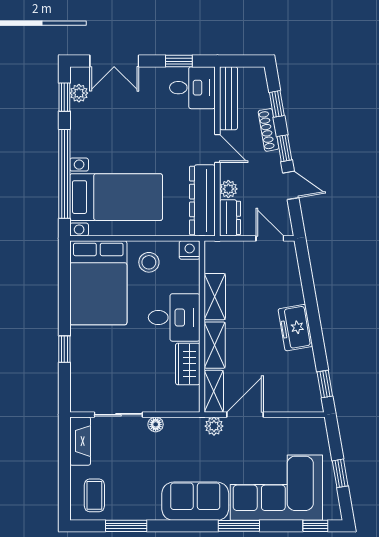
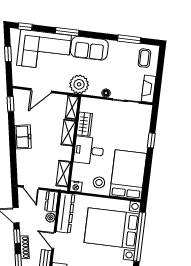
bed with nightstands: (116, 197) -> (112, 228), width x1.36
shelving: (215, 297) -> (63, 174), moved
door: (245, 415) -> (41, 91), moved
plant: (214, 426) -> (79, 84), width x1.88, depth x1.88

